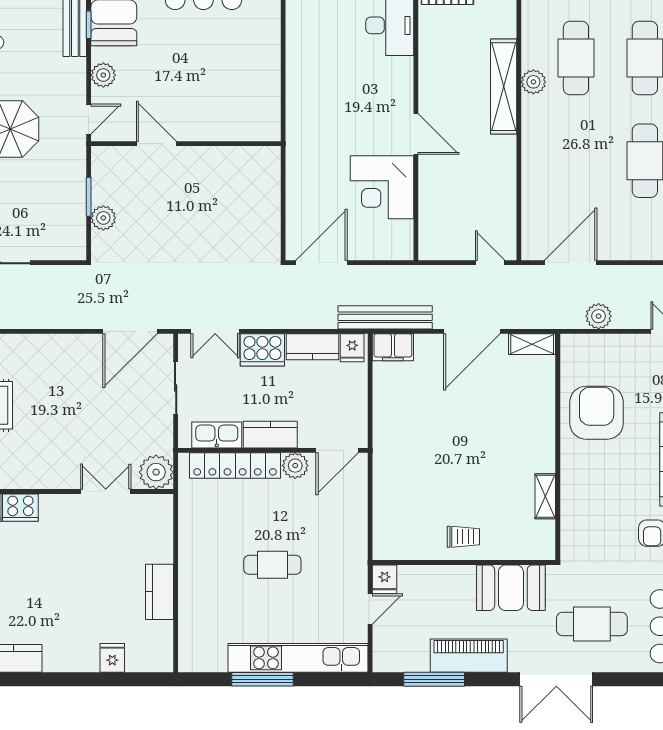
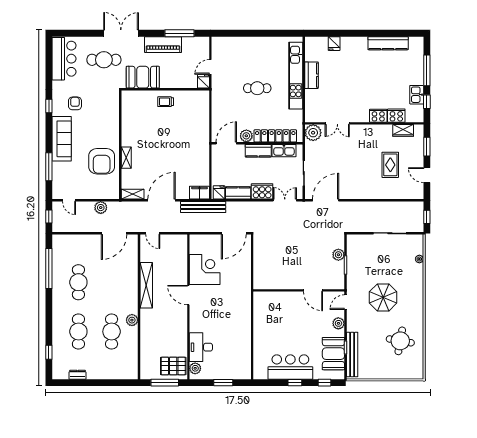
shelving: (504, 87) -> (146, 285), moved
shelving: (545, 496) -> (126, 158), moved
kitchen unit: (298, 658) -> (296, 76), moved, turned 90
window: (262, 679) -> (262, 33), removed

